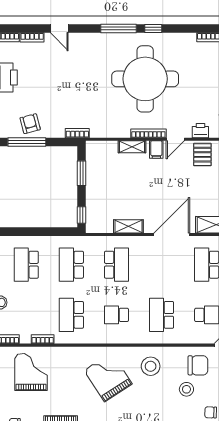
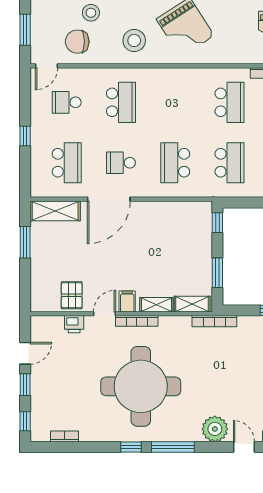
plant: (84, 44) -> (215, 429), added
bookcase: (77, 133) -> (214, 321), width x1.56
shelving: (128, 226) -> (192, 304), moved
school desk: (116, 315) -> (121, 163), moved, turned 180

